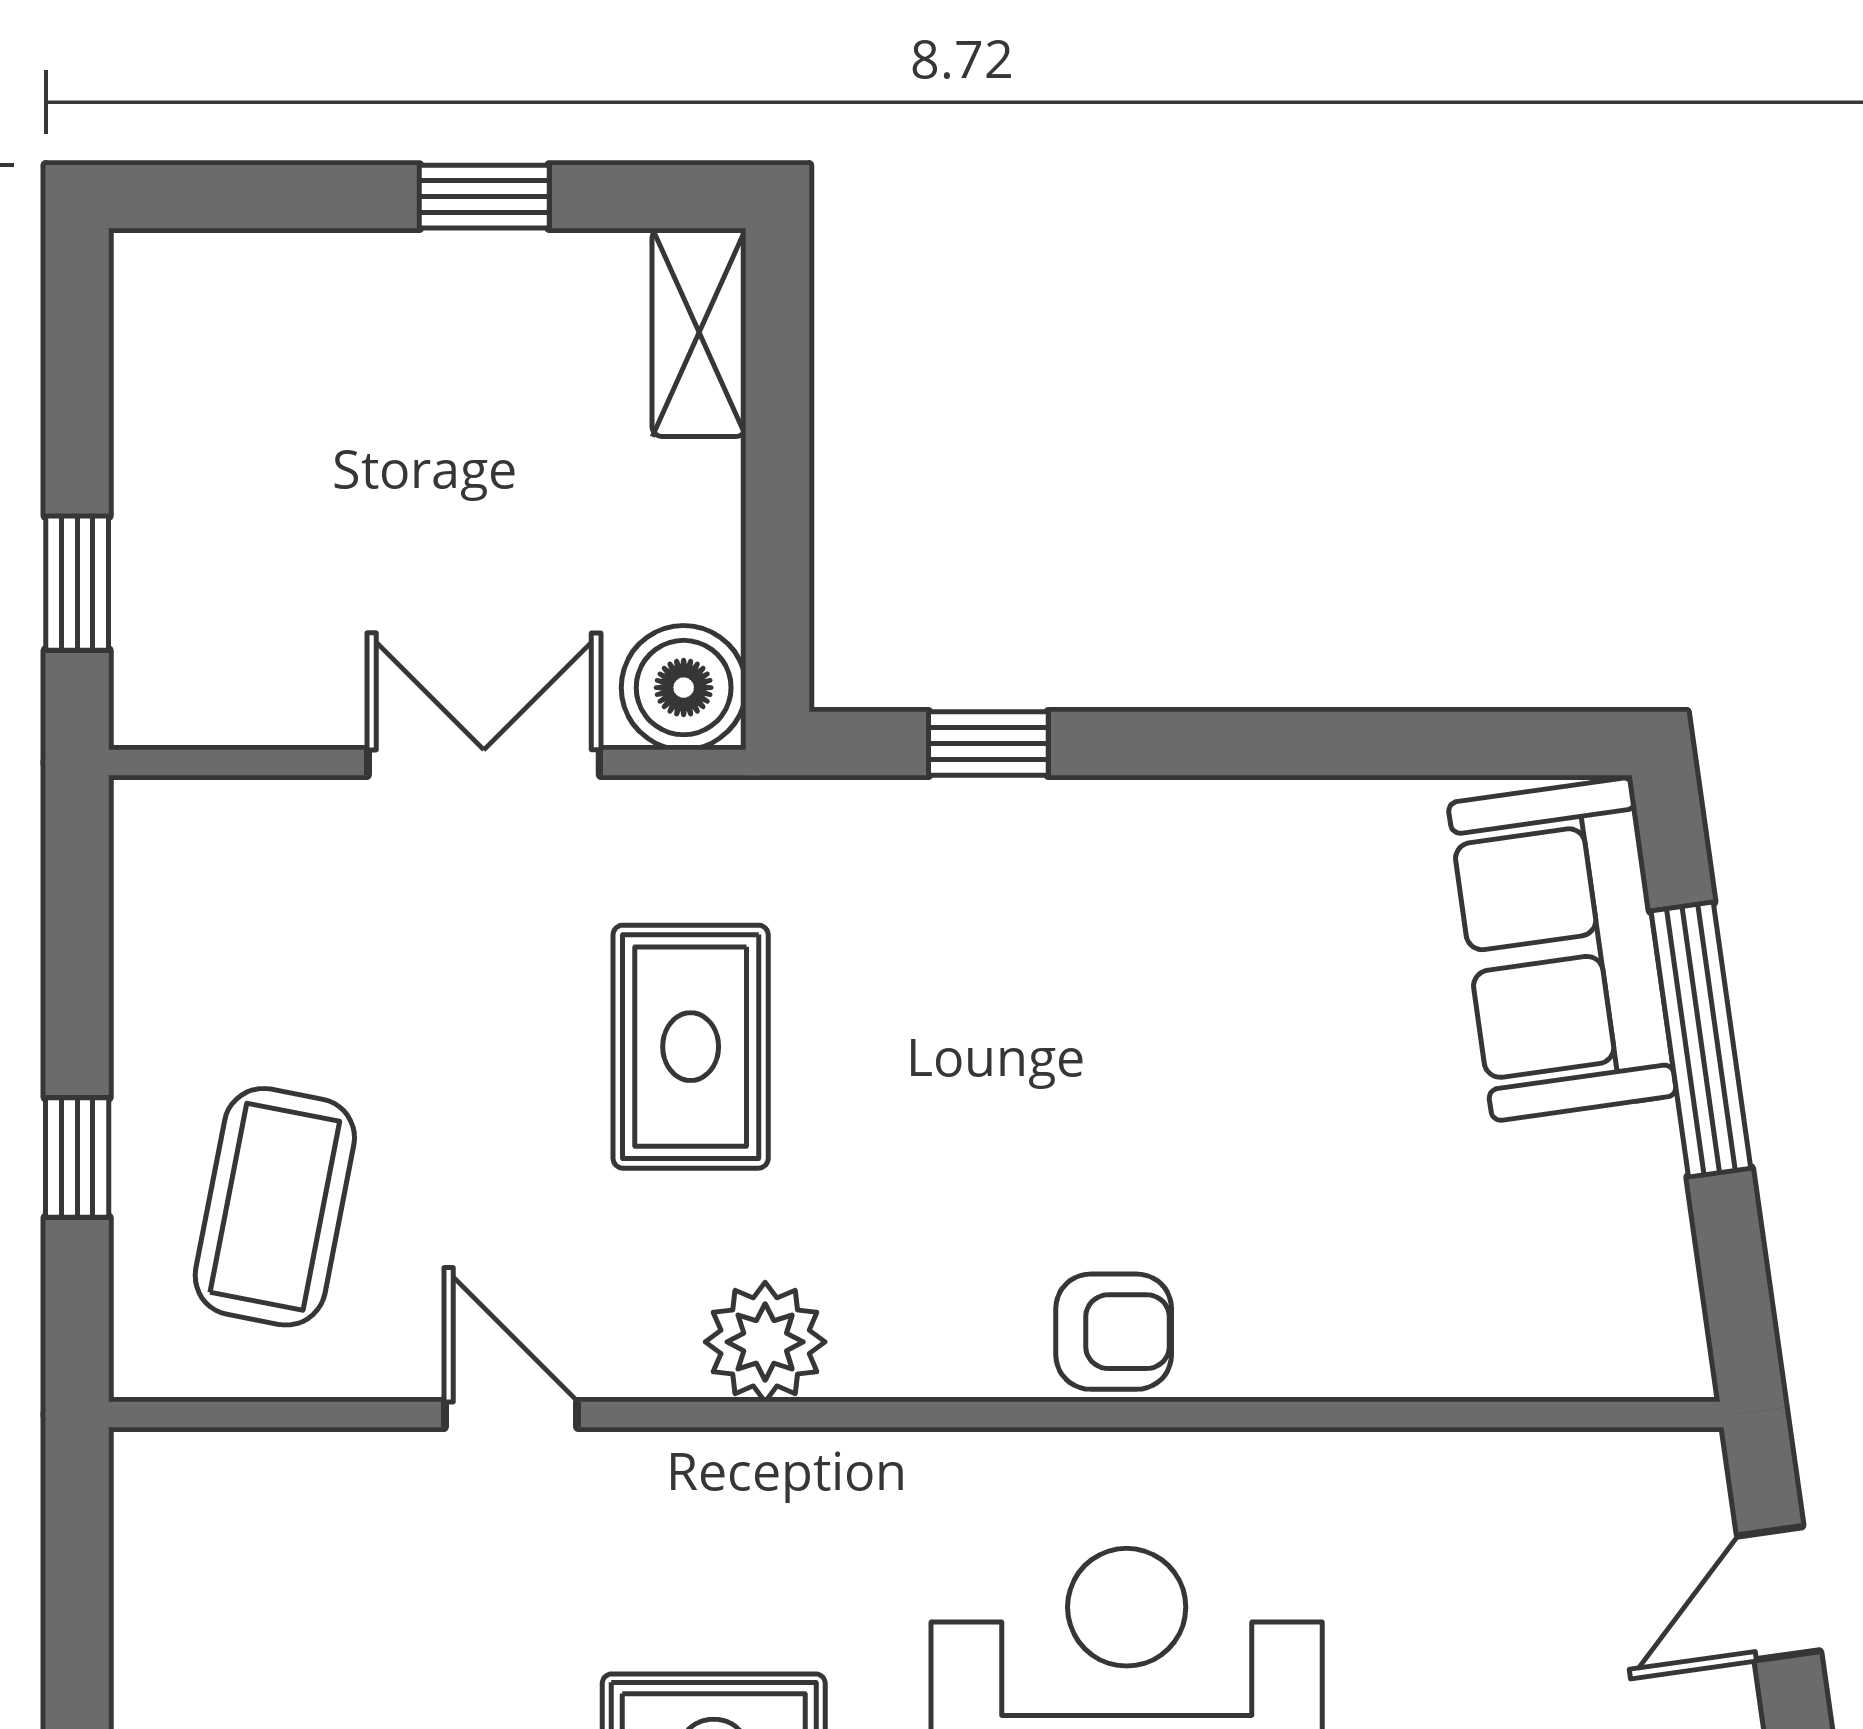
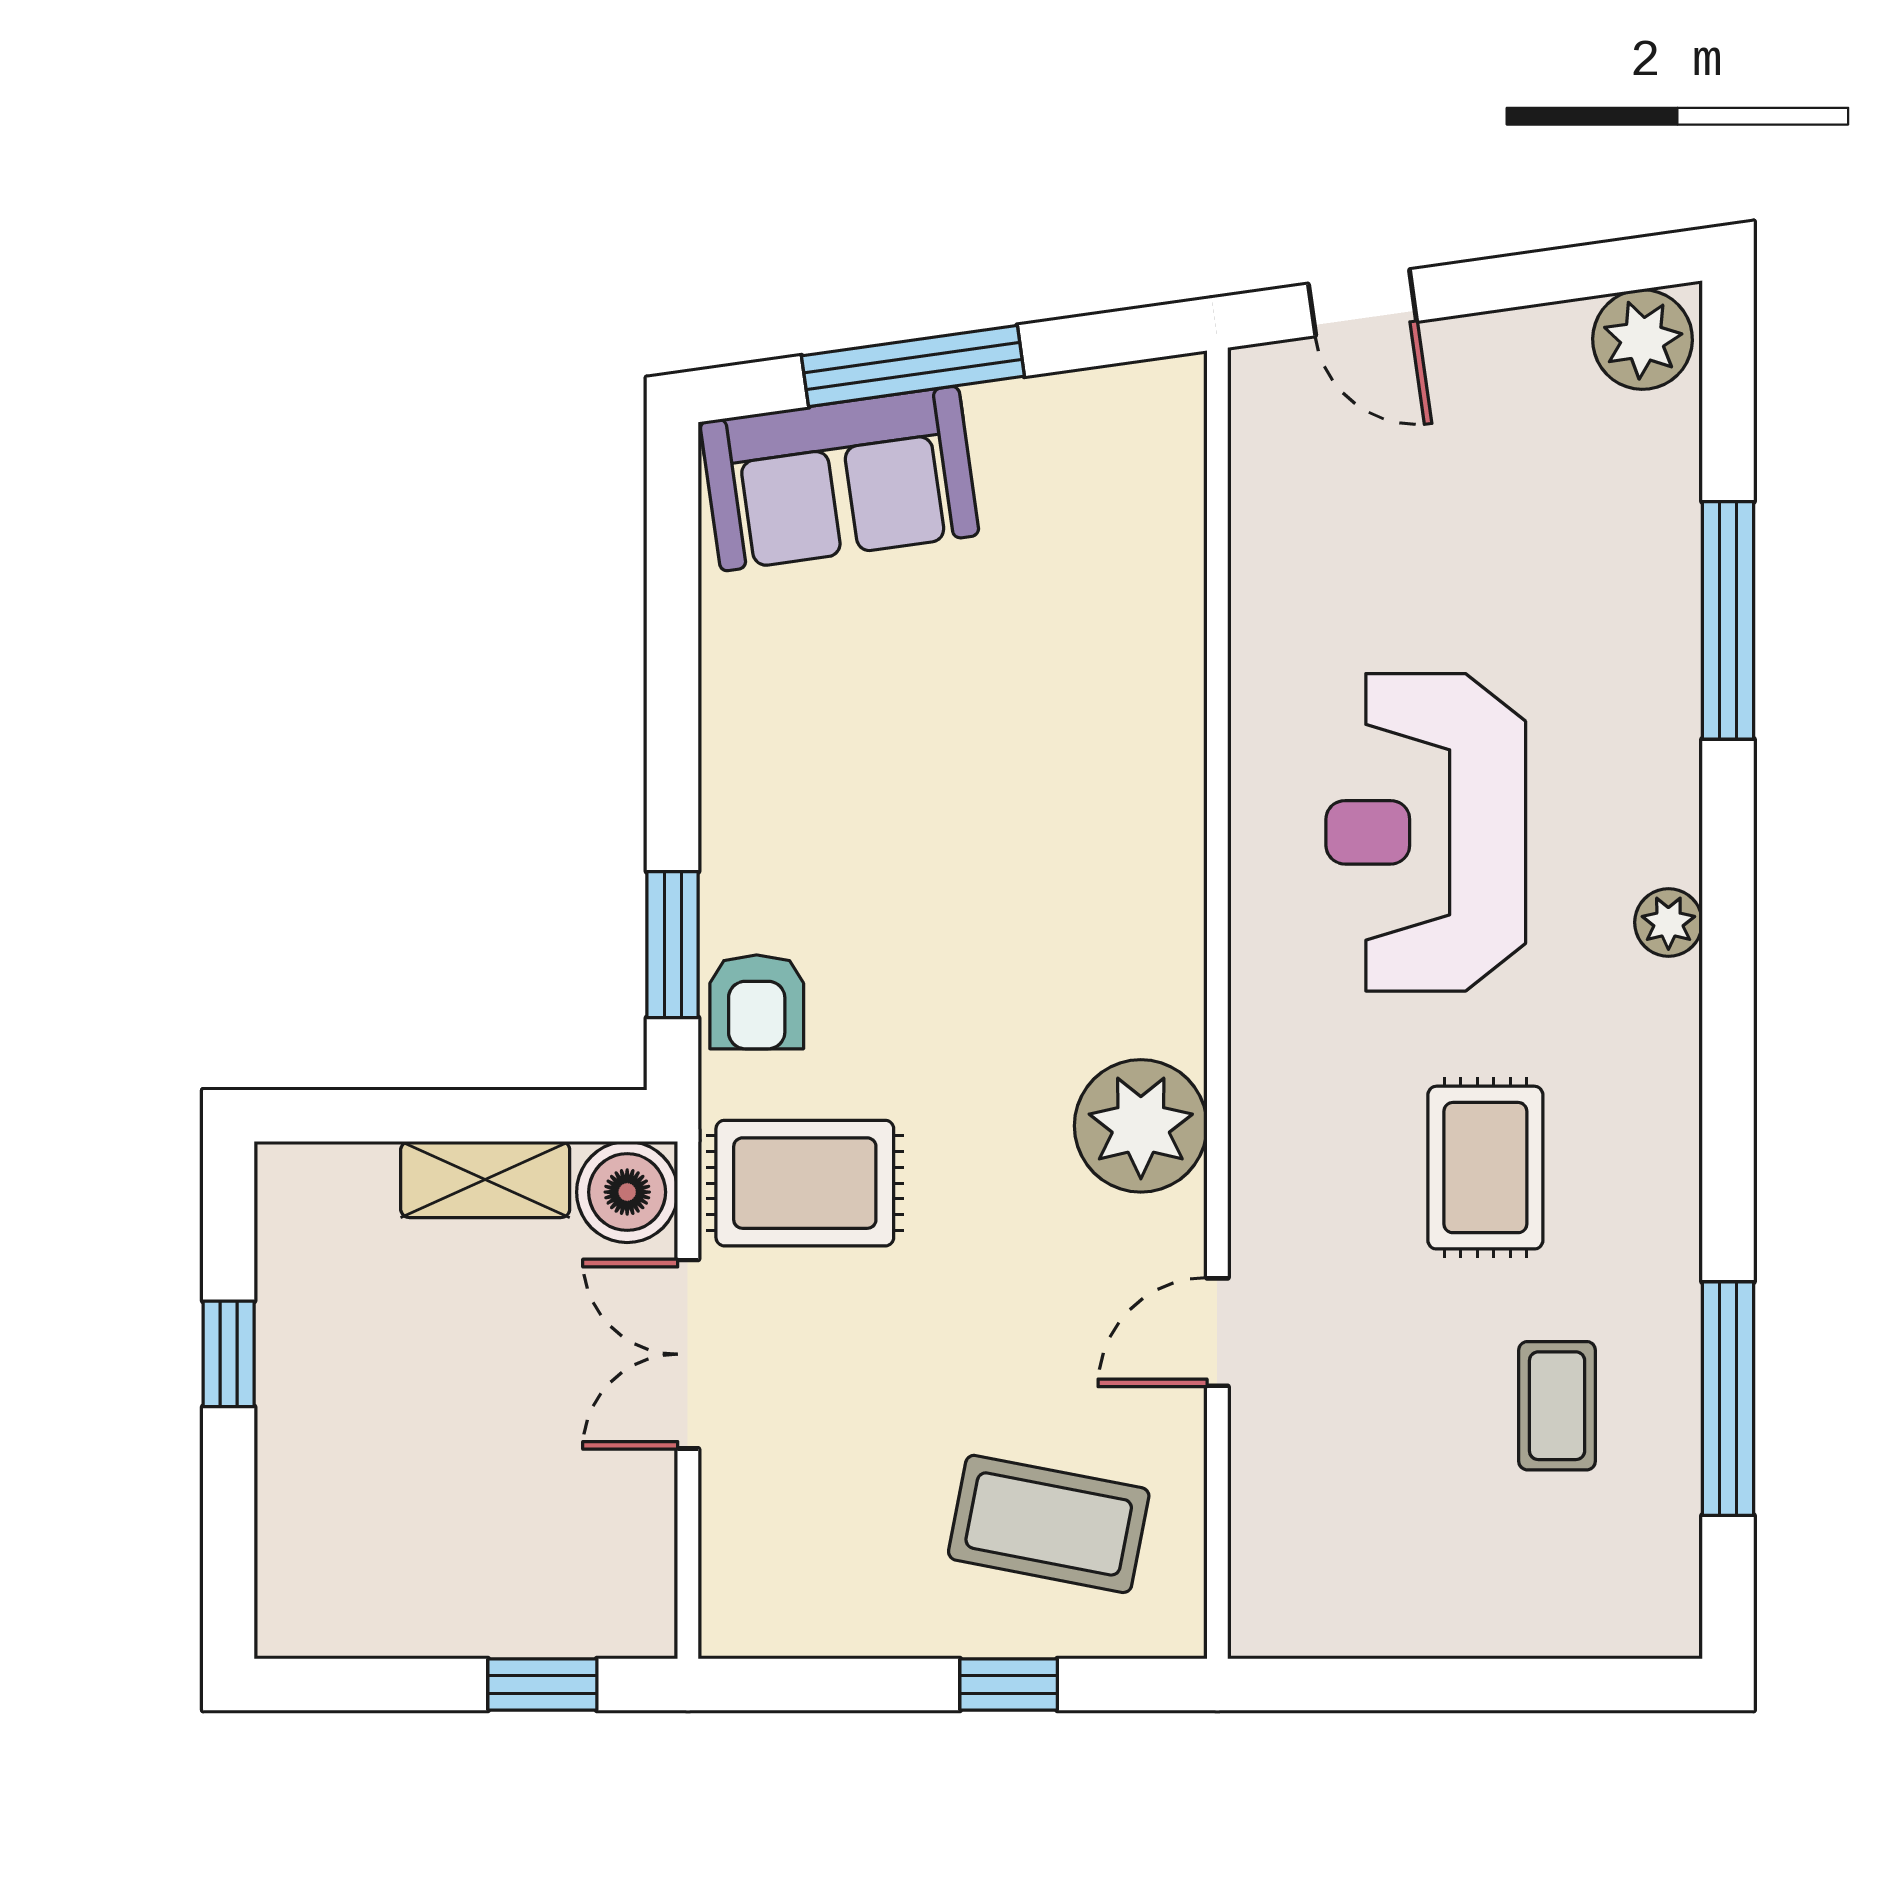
shelving: (699, 332) -> (485, 1179), moved
window: (988, 744) -> (673, 945), width x1.50
rug: (691, 1047) -> (805, 1183), moved
armchair: (1114, 1332) -> (757, 1002), moved, turned 180
plant: (765, 1342) -> (1141, 1126), width x1.36, depth x1.36

